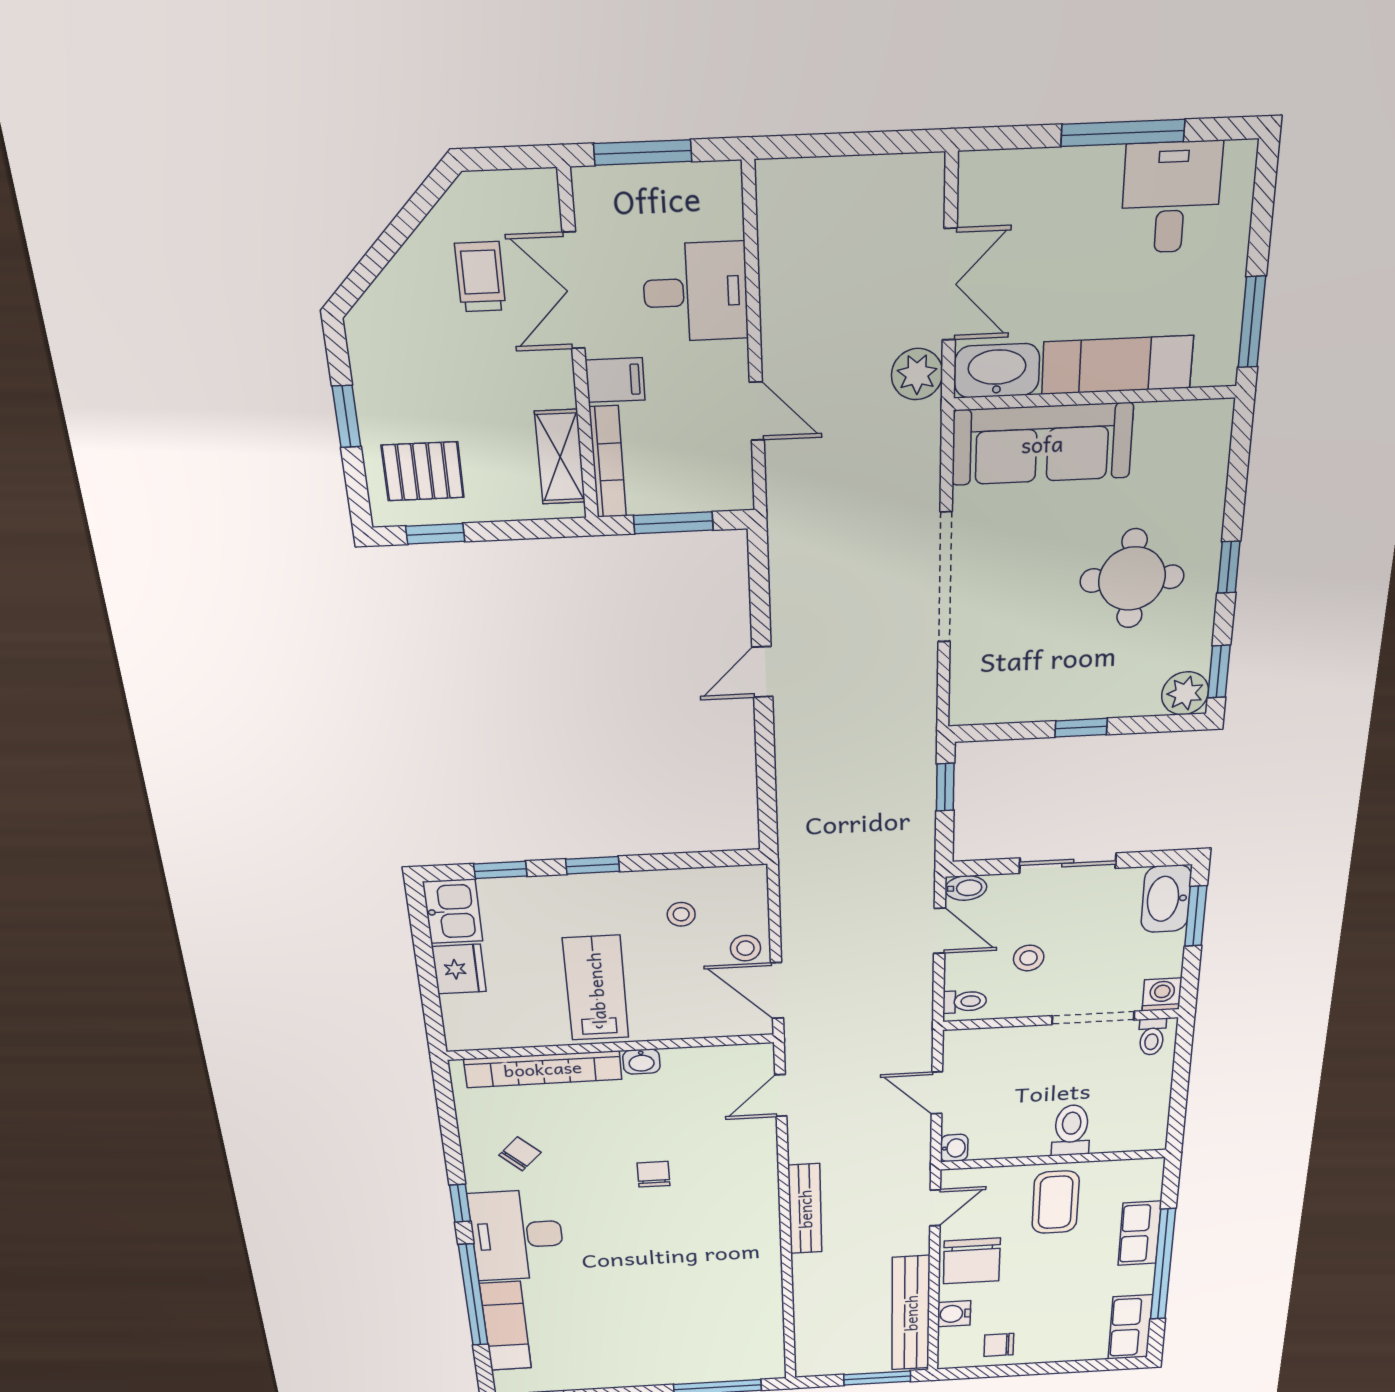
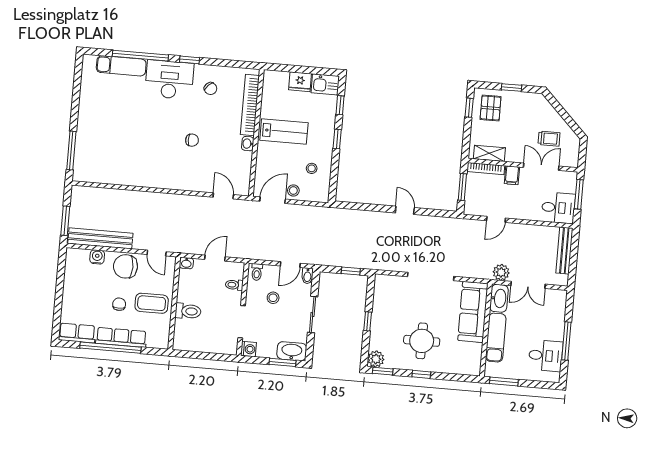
desk: (696, 292) -> (558, 208), moved, turned -90
toilet: (1152, 1037) -> (234, 285), moved
bench: (805, 1209) -> (564, 250), moved, turned 90
row of seats: (1140, 1233) -> (121, 337), width x1.48
chair: (999, 1345) -> (119, 304), moved

